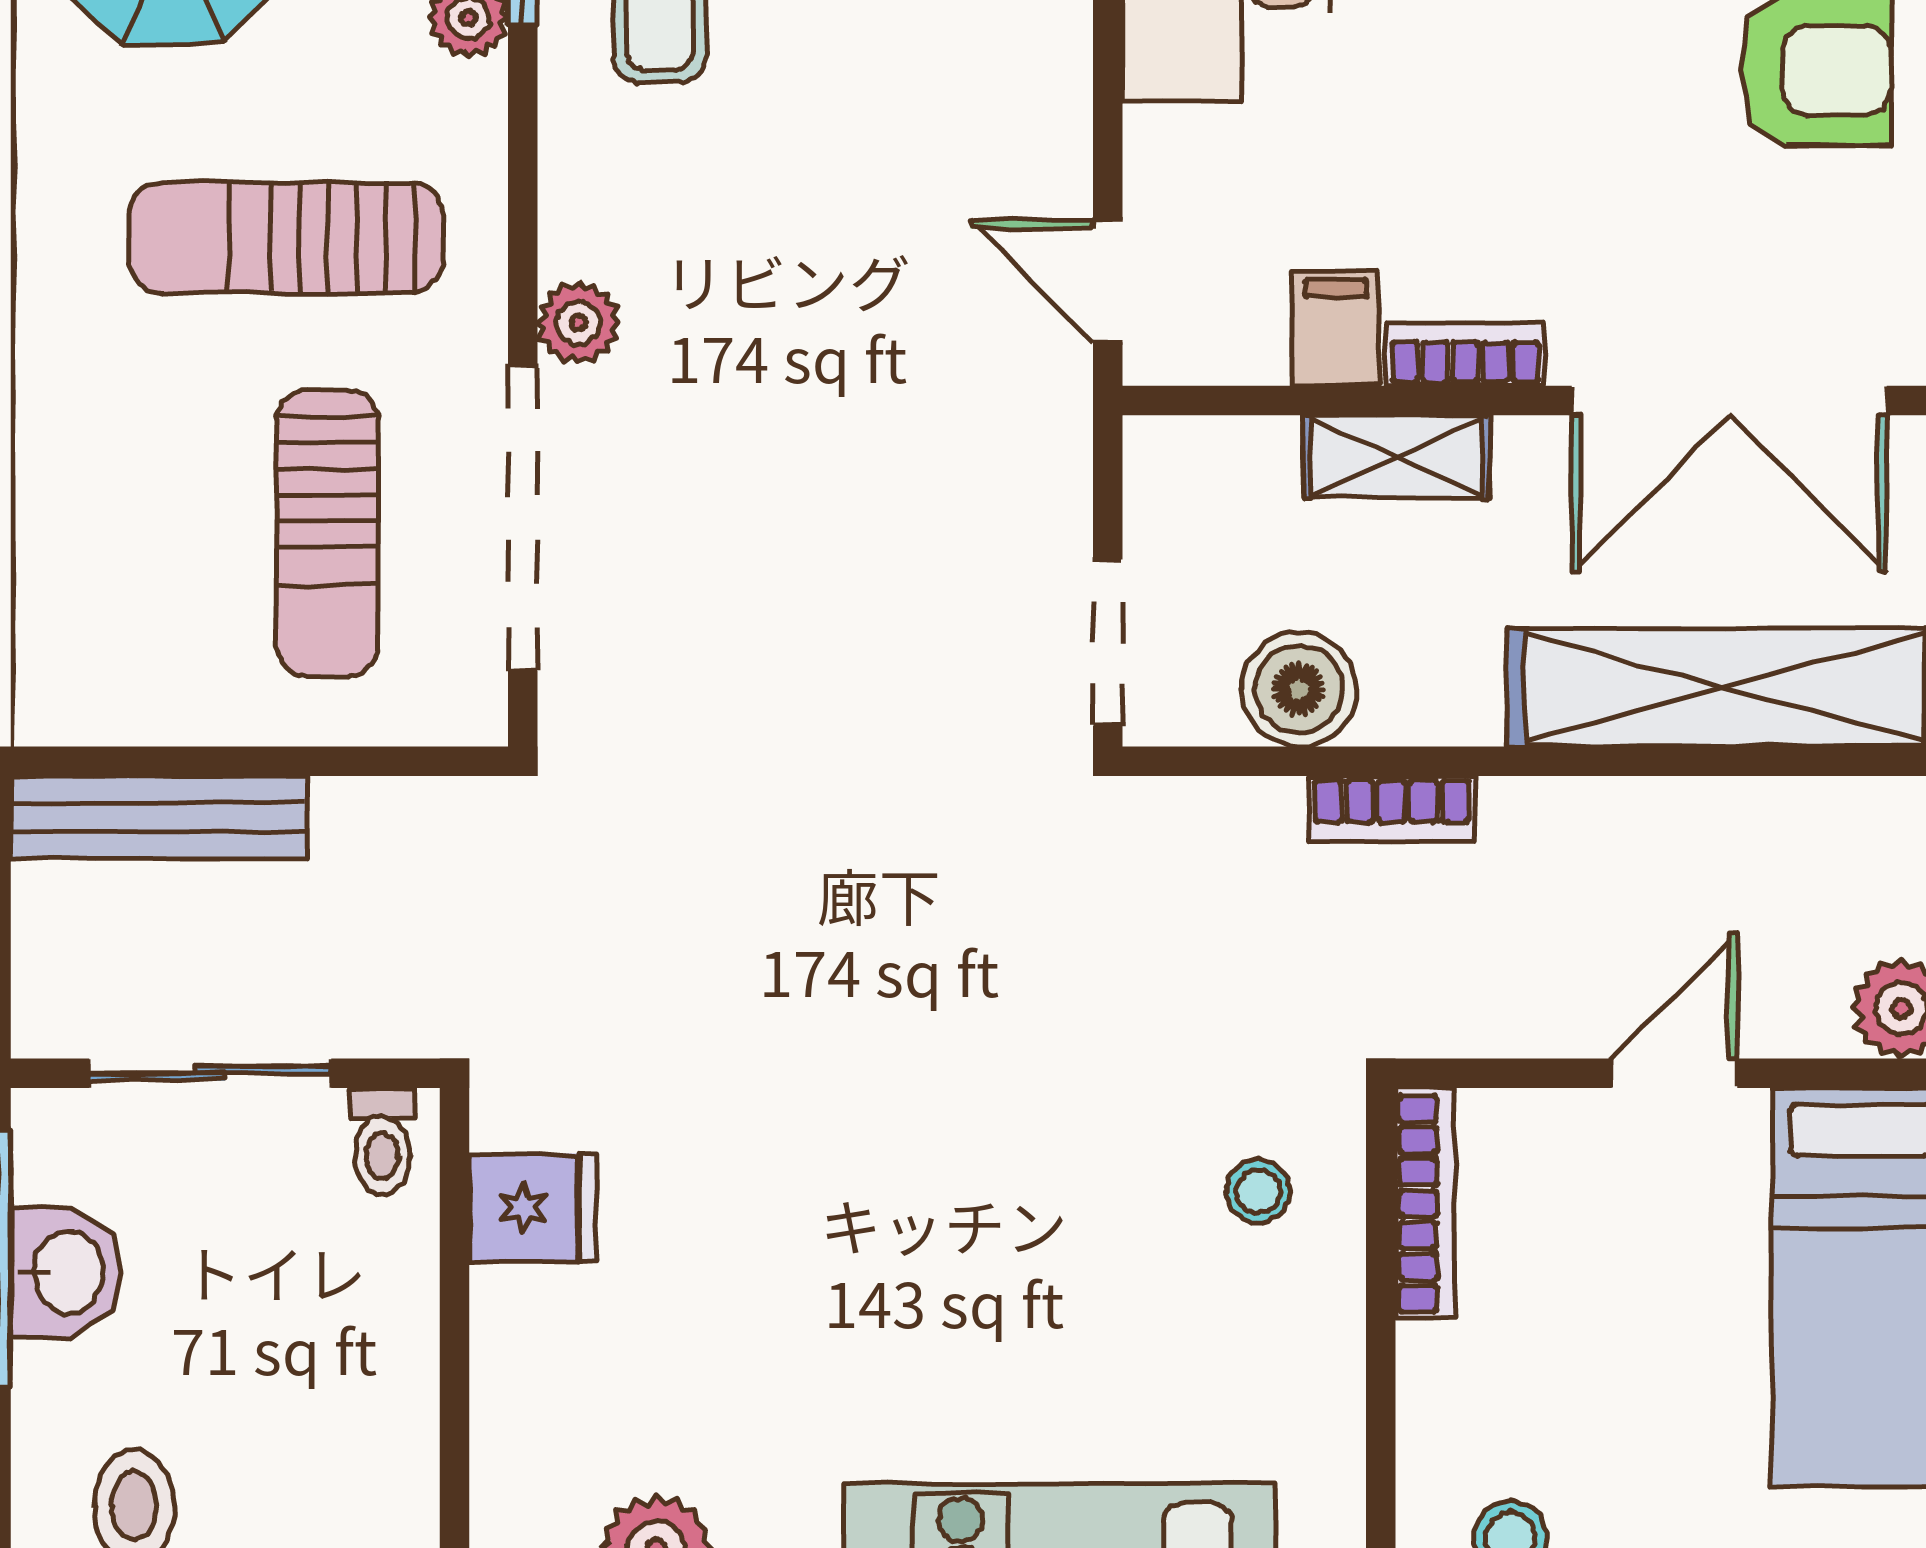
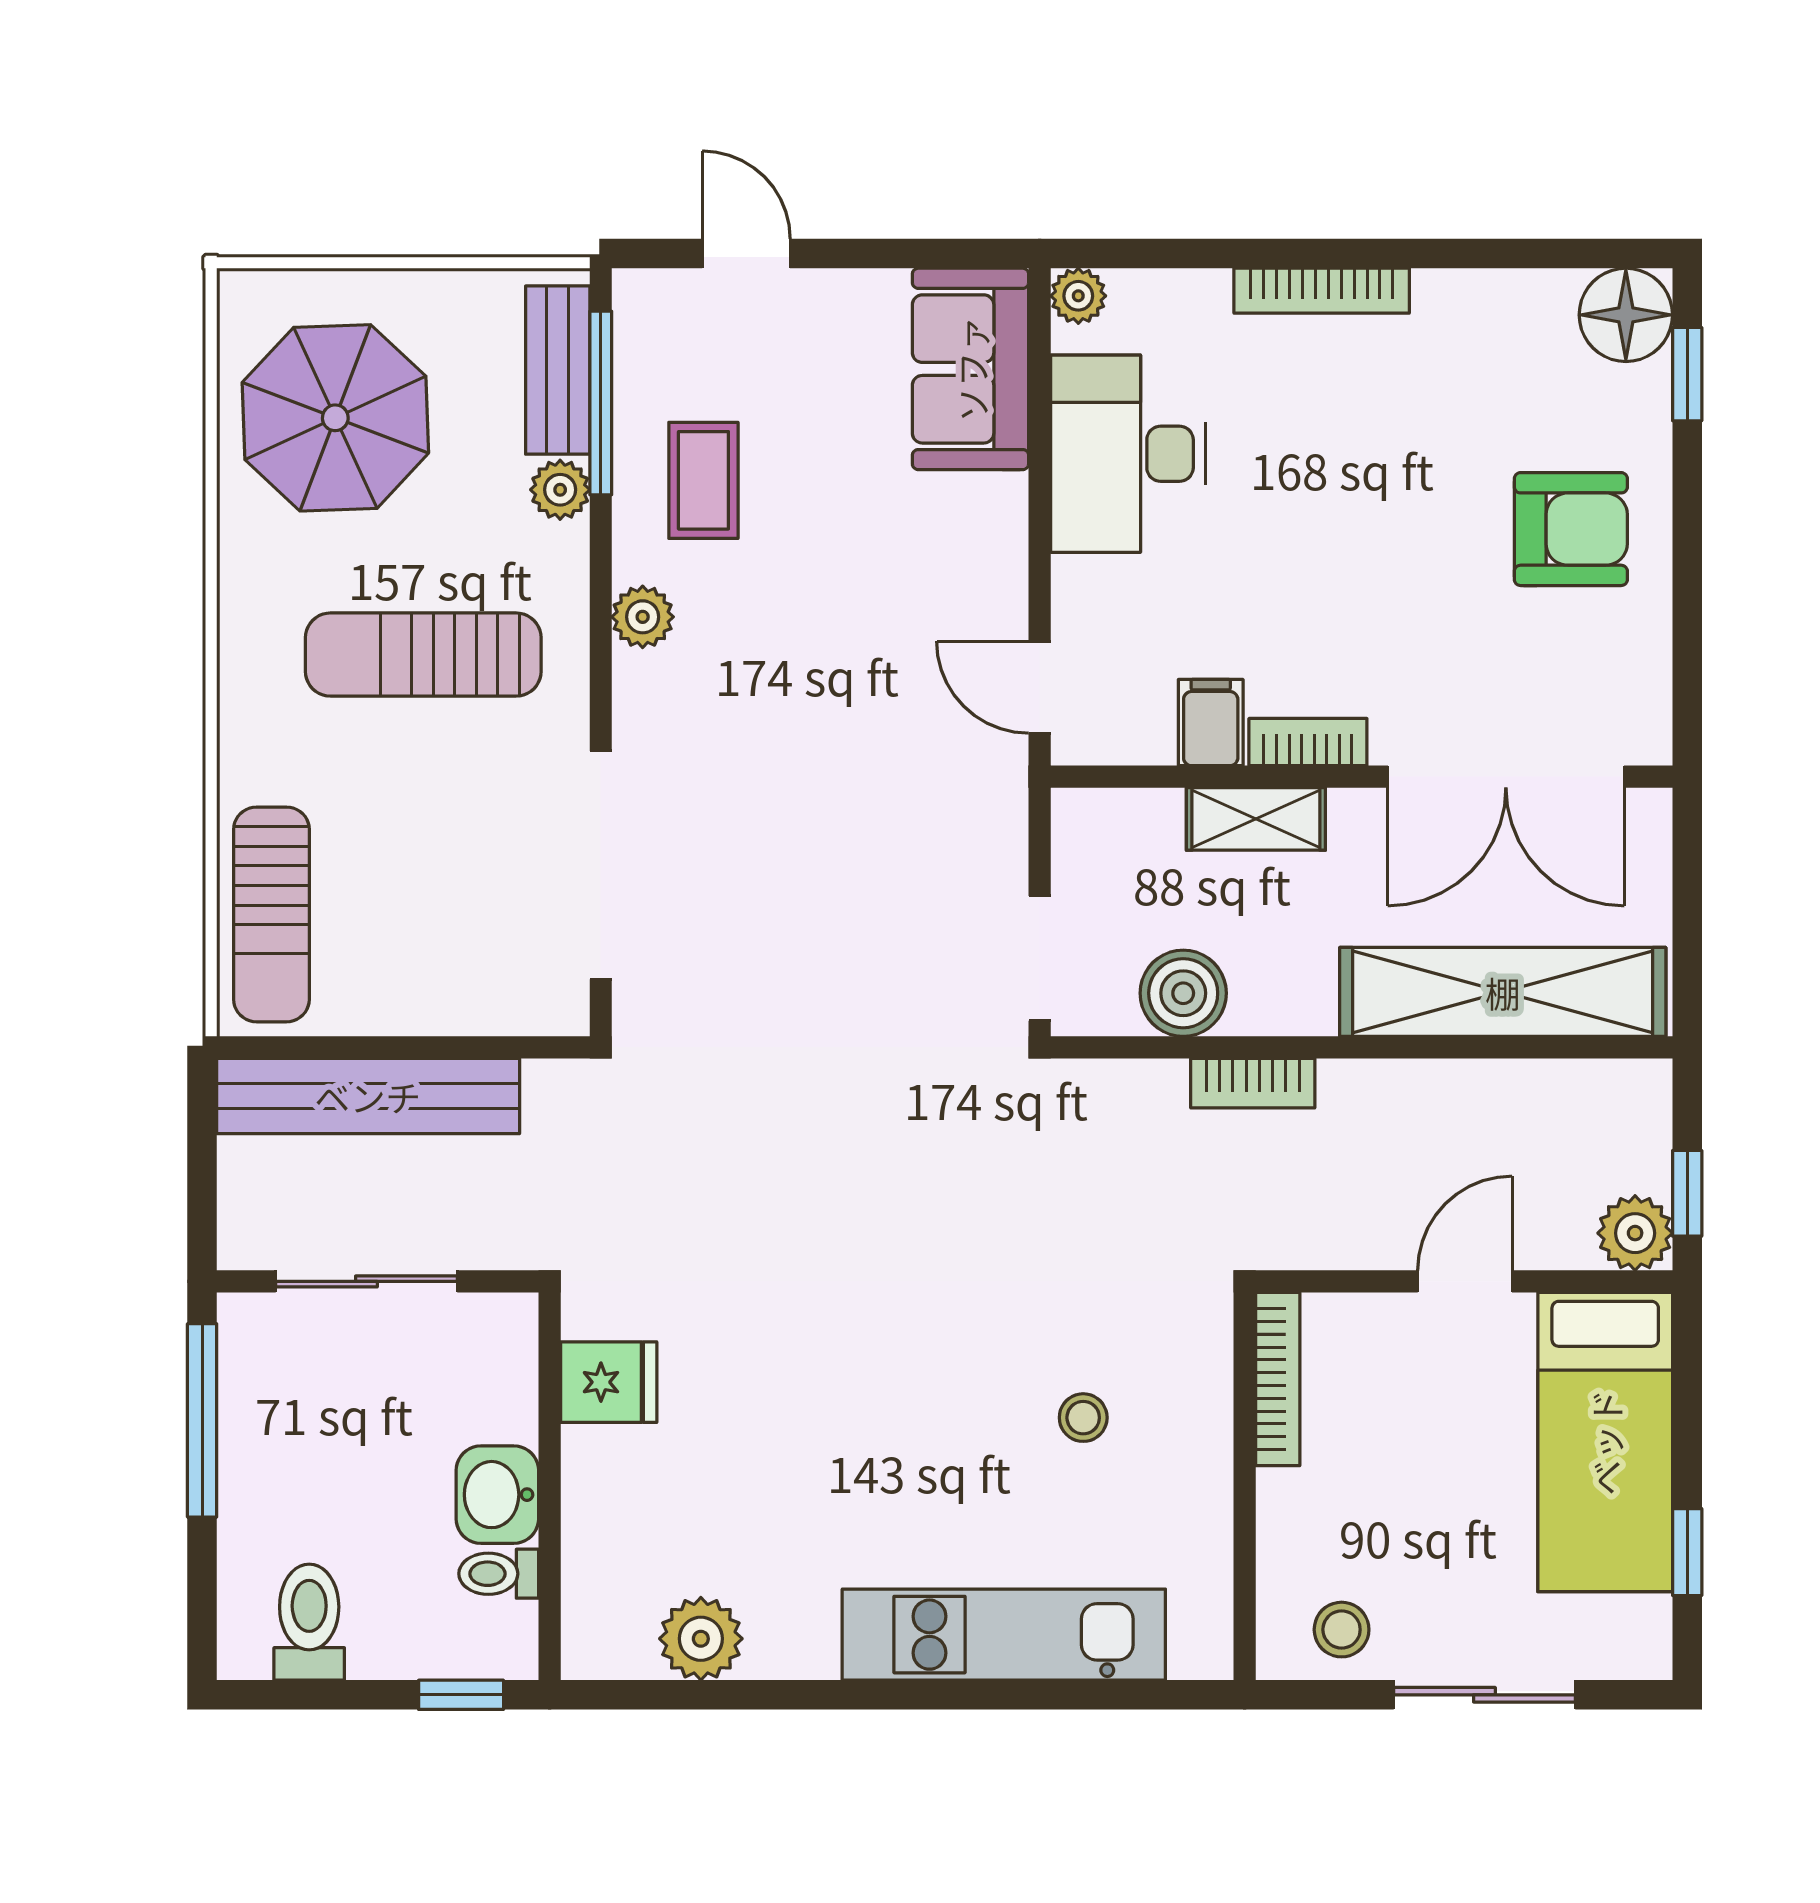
plant: (578, 323) -> (643, 617), moved
sun lounger: (327, 533) -> (271, 914), moved
bench: (158, 817) -> (368, 1096), width x1.37, depth x1.21
toilet: (382, 1141) -> (499, 1574), moved, turned 90
stool: (1258, 1191) -> (1083, 1418), moved
washbasin: (66, 1272) -> (497, 1495), moved, turned 180

